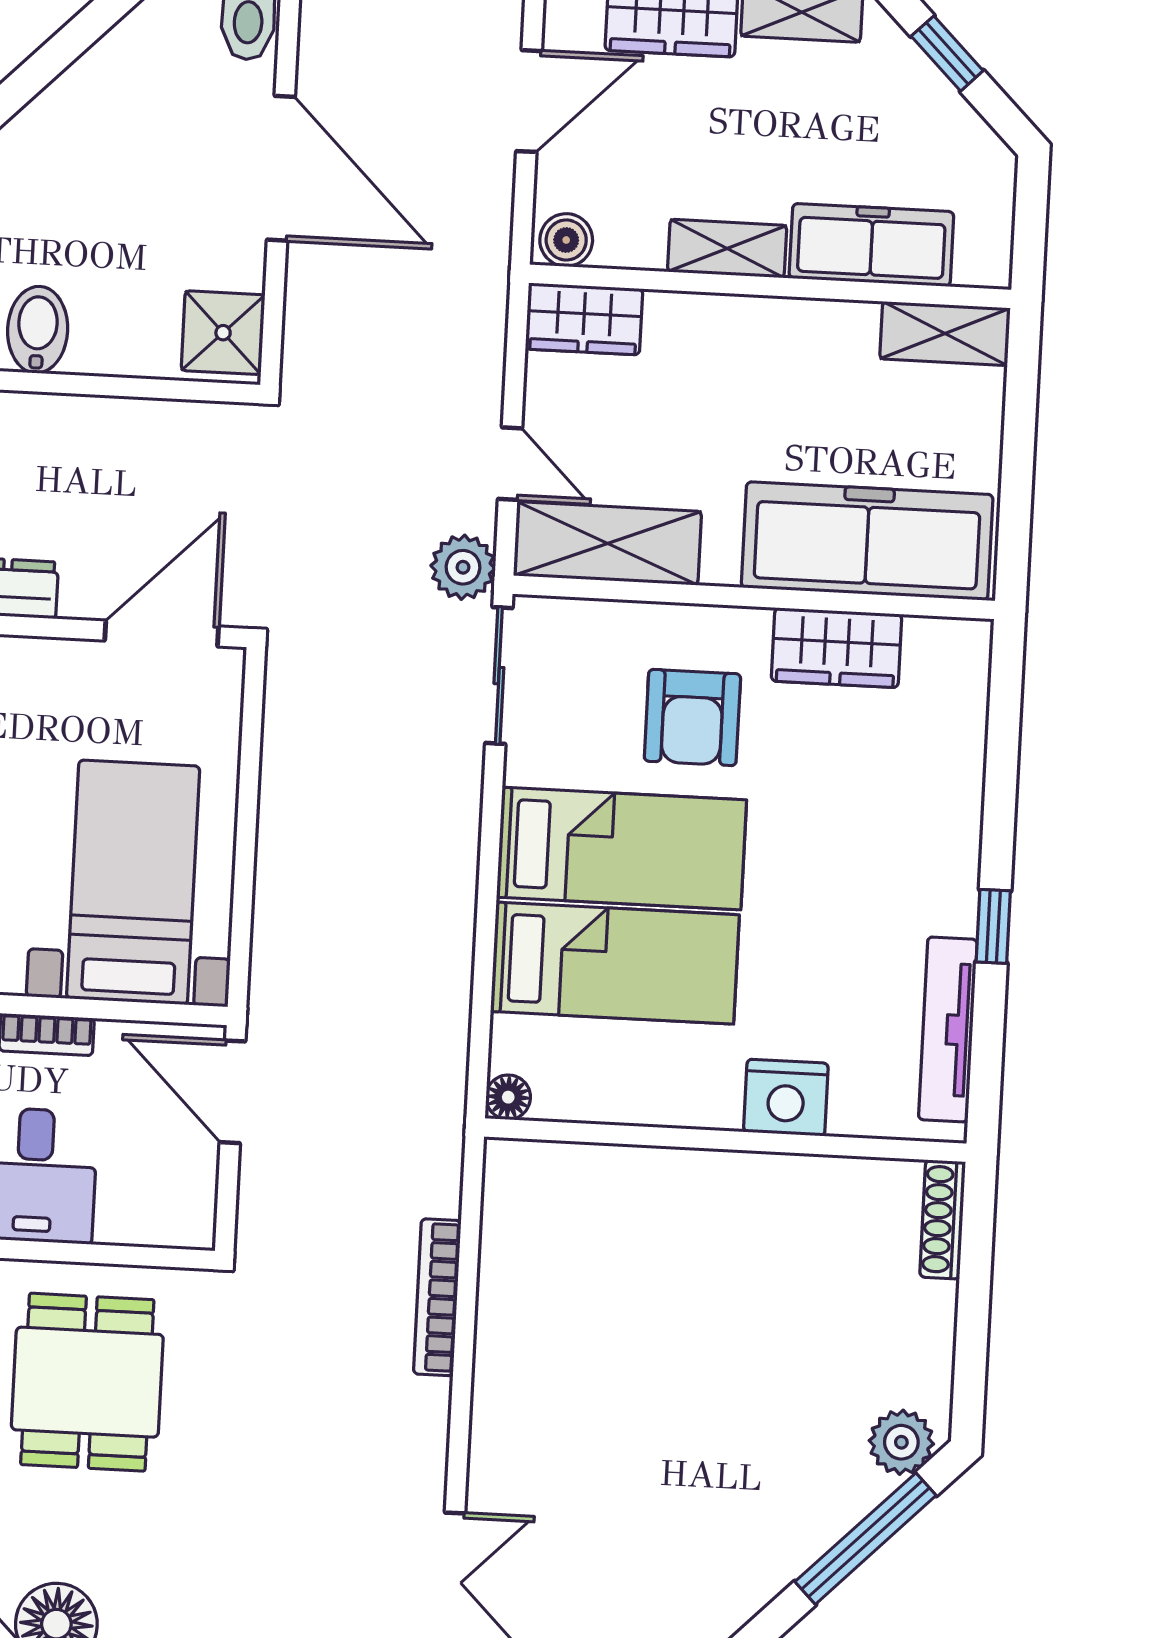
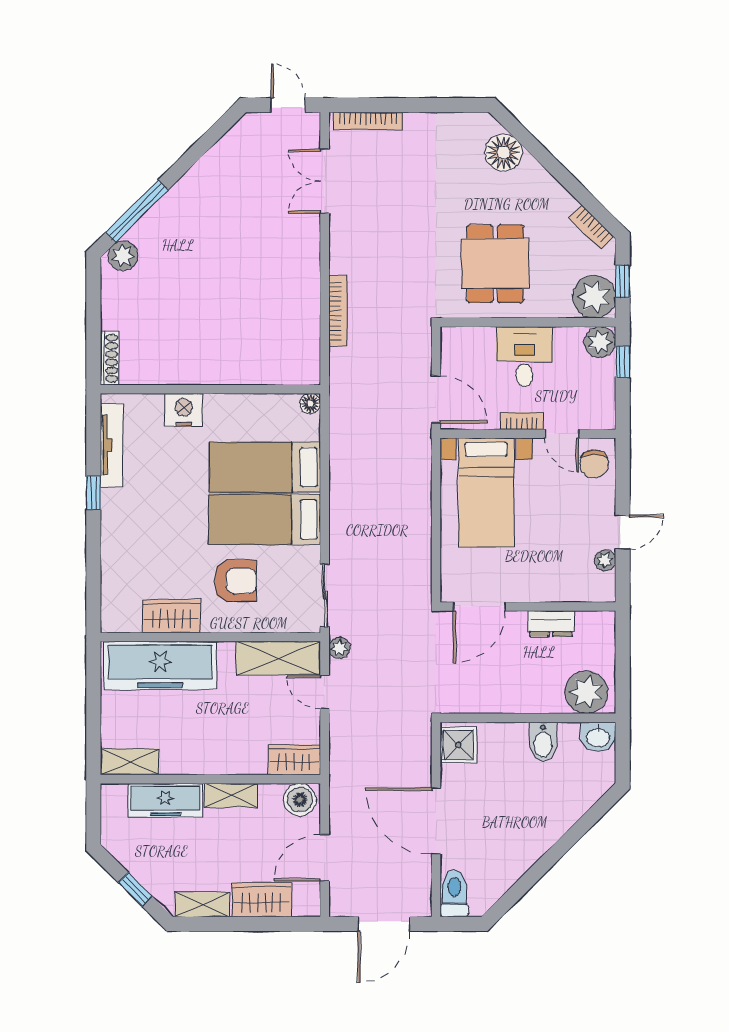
boiler: (566, 240) -> (300, 800), width x1.36, depth x1.36
plant: (463, 567) -> (339, 648), width x0.73, depth x0.73
armchair: (692, 717) -> (235, 581), turned 90

